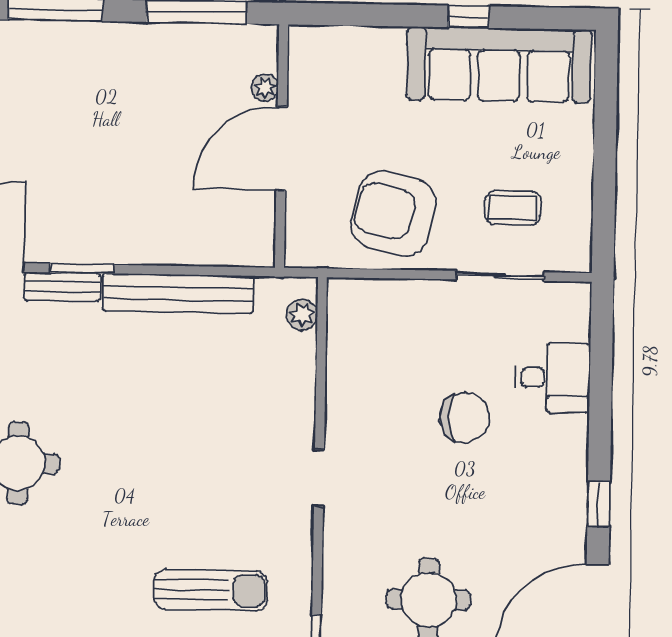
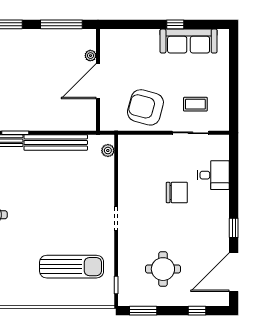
sofa: (499, 65) -> (189, 41), width x0.74, depth x0.79
sun lounger: (211, 590) -> (72, 267), width x1.36, depth x1.34

